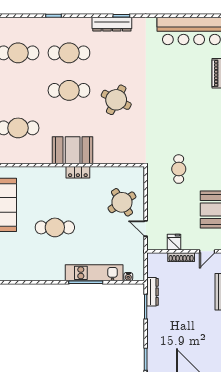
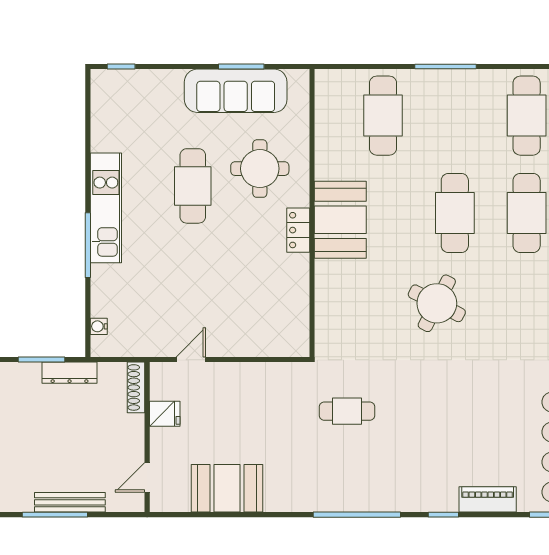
cafe table: (179, 169) -> (347, 411), moved
round table: (122, 202) -> (260, 169), moved, turned 33
door: (207, 251) -> (147, 477), hinge flipped
shoe rack: (181, 257) -> (136, 387), moved
kitchen unit: (94, 273) -> (106, 208), moved

